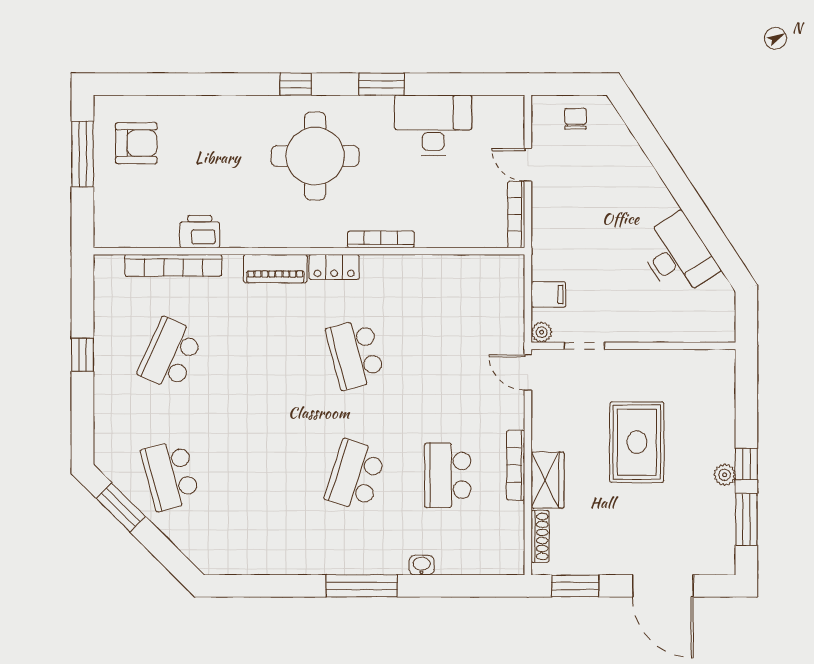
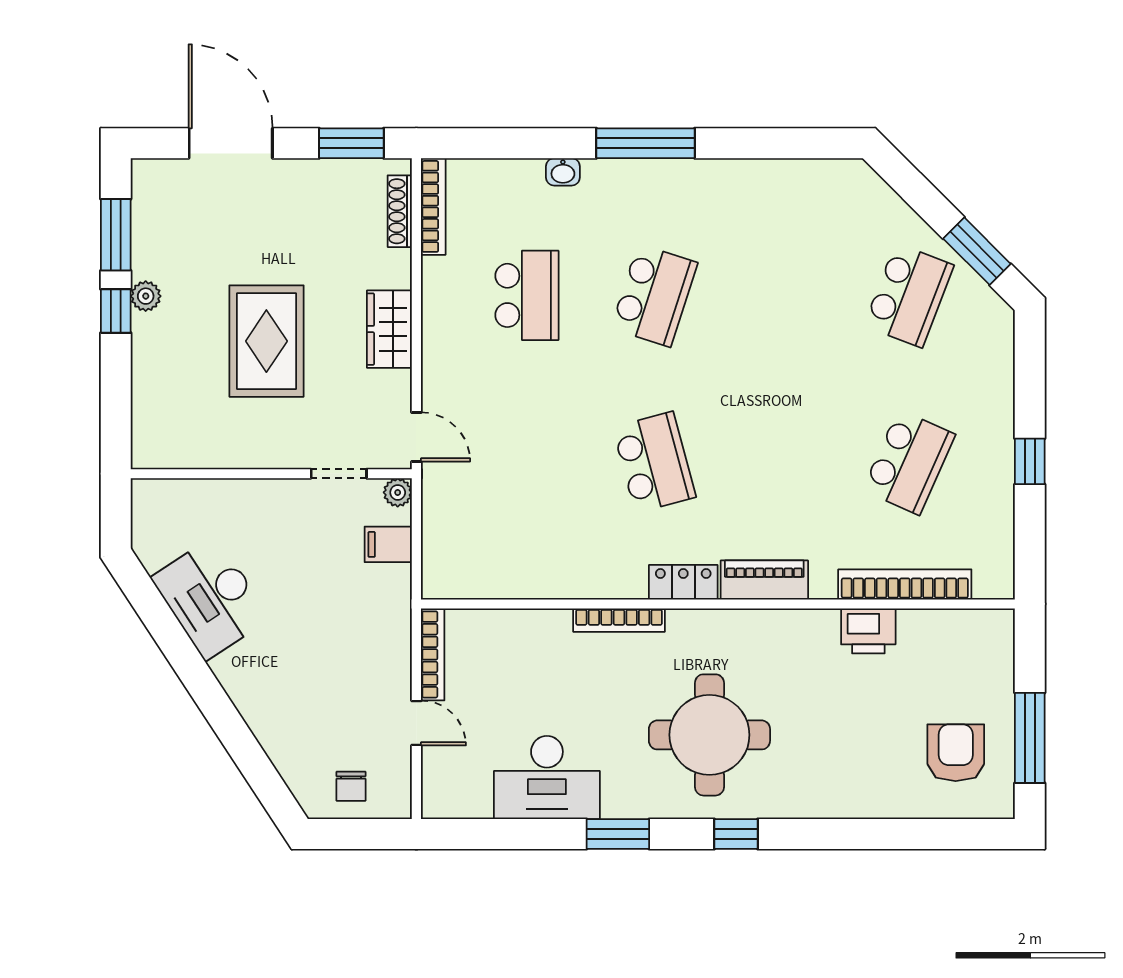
armchair: (136, 143) -> (956, 753), turned 90
bookcase: (516, 465) -> (433, 206), moved
school desk: (170, 475) -> (909, 295), turned 36
wardrobe: (548, 480) -> (389, 329), moved

